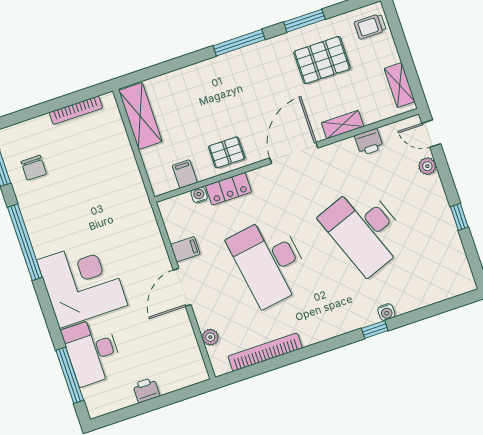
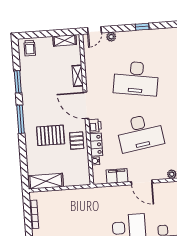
pallet: (322, 60) -> (51, 135), moved, turned 90
printer: (369, 142) -> (95, 126), moved
filing cabinet: (185, 174) -> (82, 166), removed
desk: (365, 230) -> (136, 78), turned 30
filing cabinet: (185, 249) -> (117, 176), width x2.00

